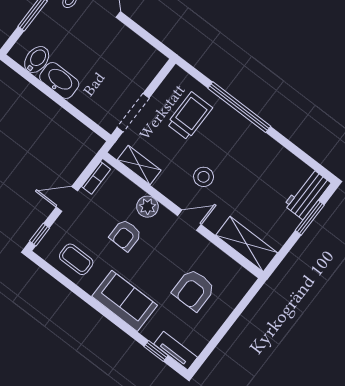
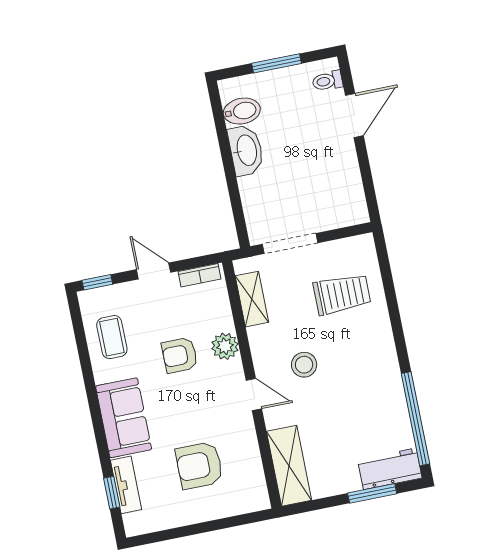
window: (239, 107) -> (415, 419), moved
tv unit: (176, 351) -> (126, 485), moved

